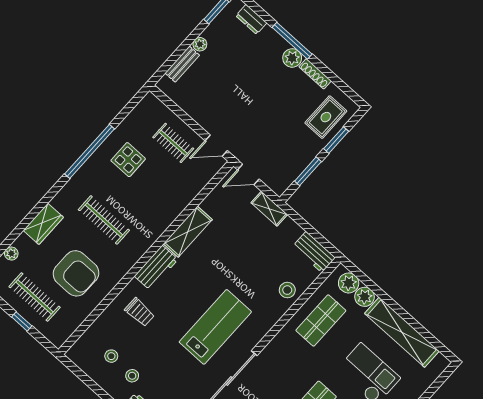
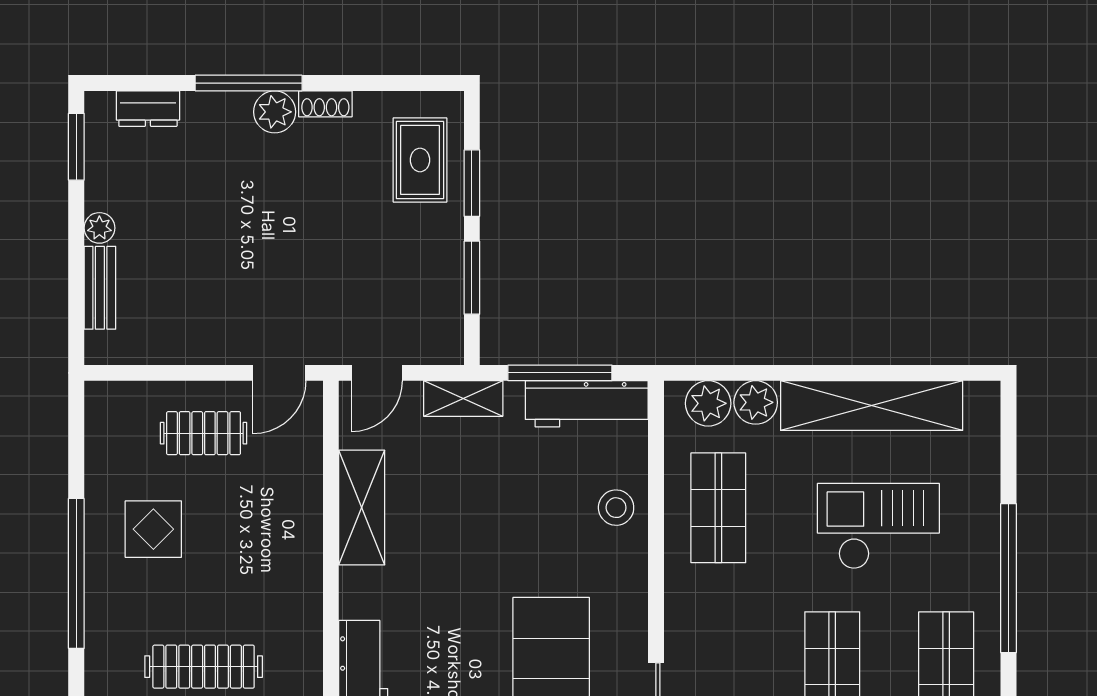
shoe rack: (315, 74) -> (325, 104), width x0.70
window: (309, 229) -> (560, 373), added
shelving: (188, 232) -> (362, 508), moved
workbench: (314, 252) -> (587, 404), width x1.38

